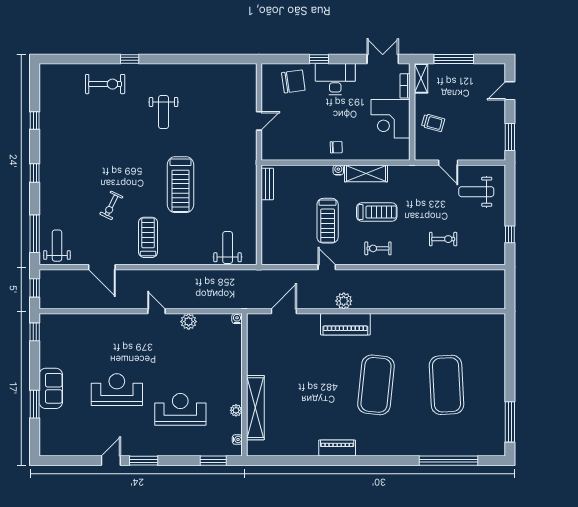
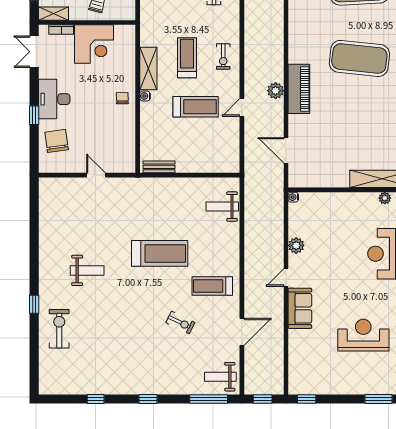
sofa: (51, 388) -> (300, 308), moved, turned 90
reception desk: (117, 390) -> (363, 335), moved, turned 90

